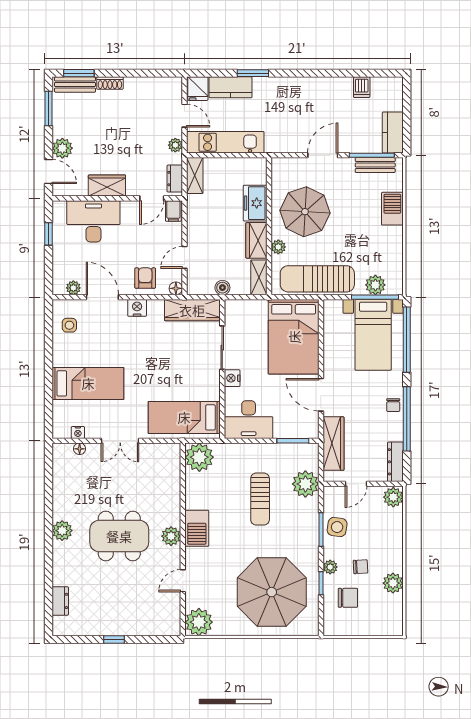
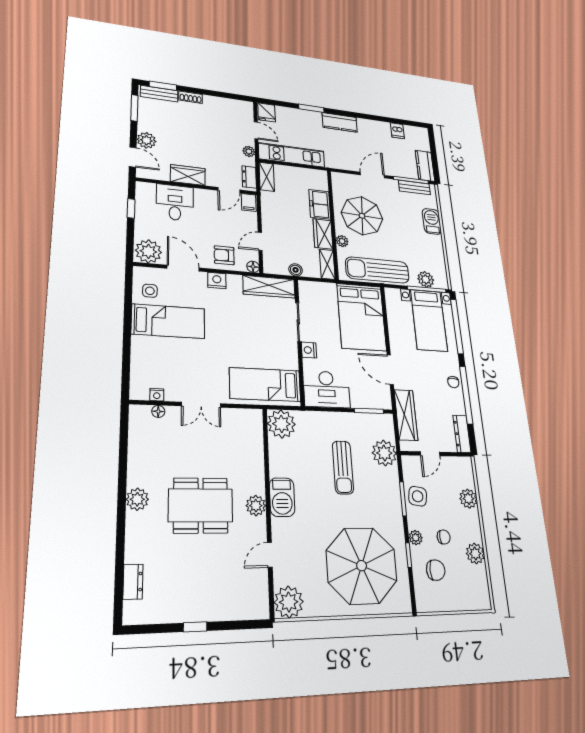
kitchen counter: (230, 87) -> (340, 122), moved
desk: (93, 221) -> (175, 203), width x0.73
armchair: (145, 278) -> (224, 255), turned -90
plant: (73, 288) -> (148, 251), width x1.87, depth x1.87
bed: (88, 383) -> (168, 321), moved
plant: (393, 497) -> (468, 499), moved

